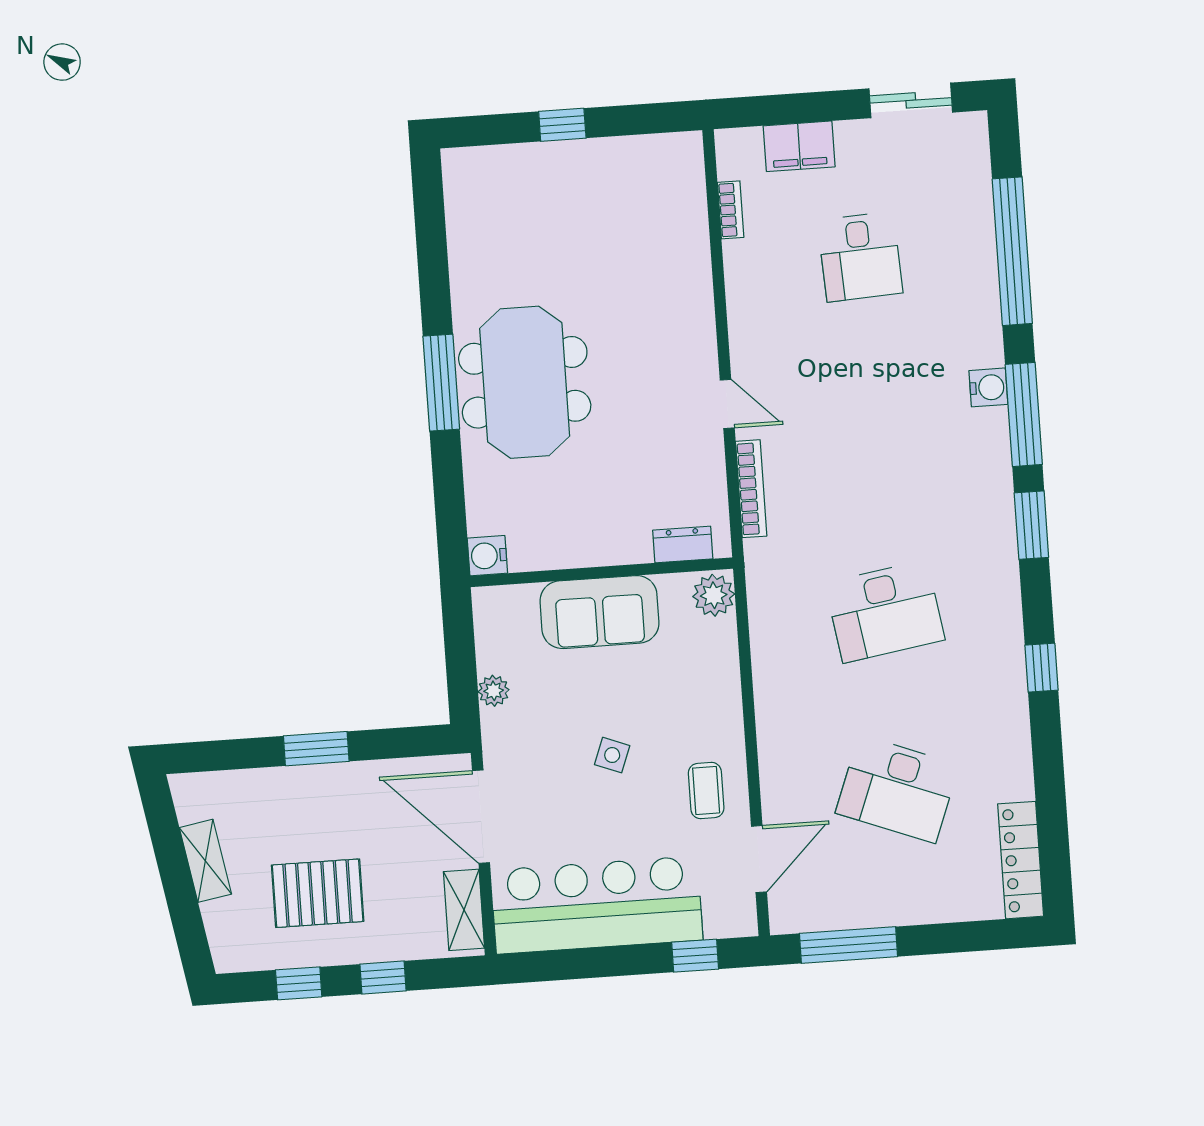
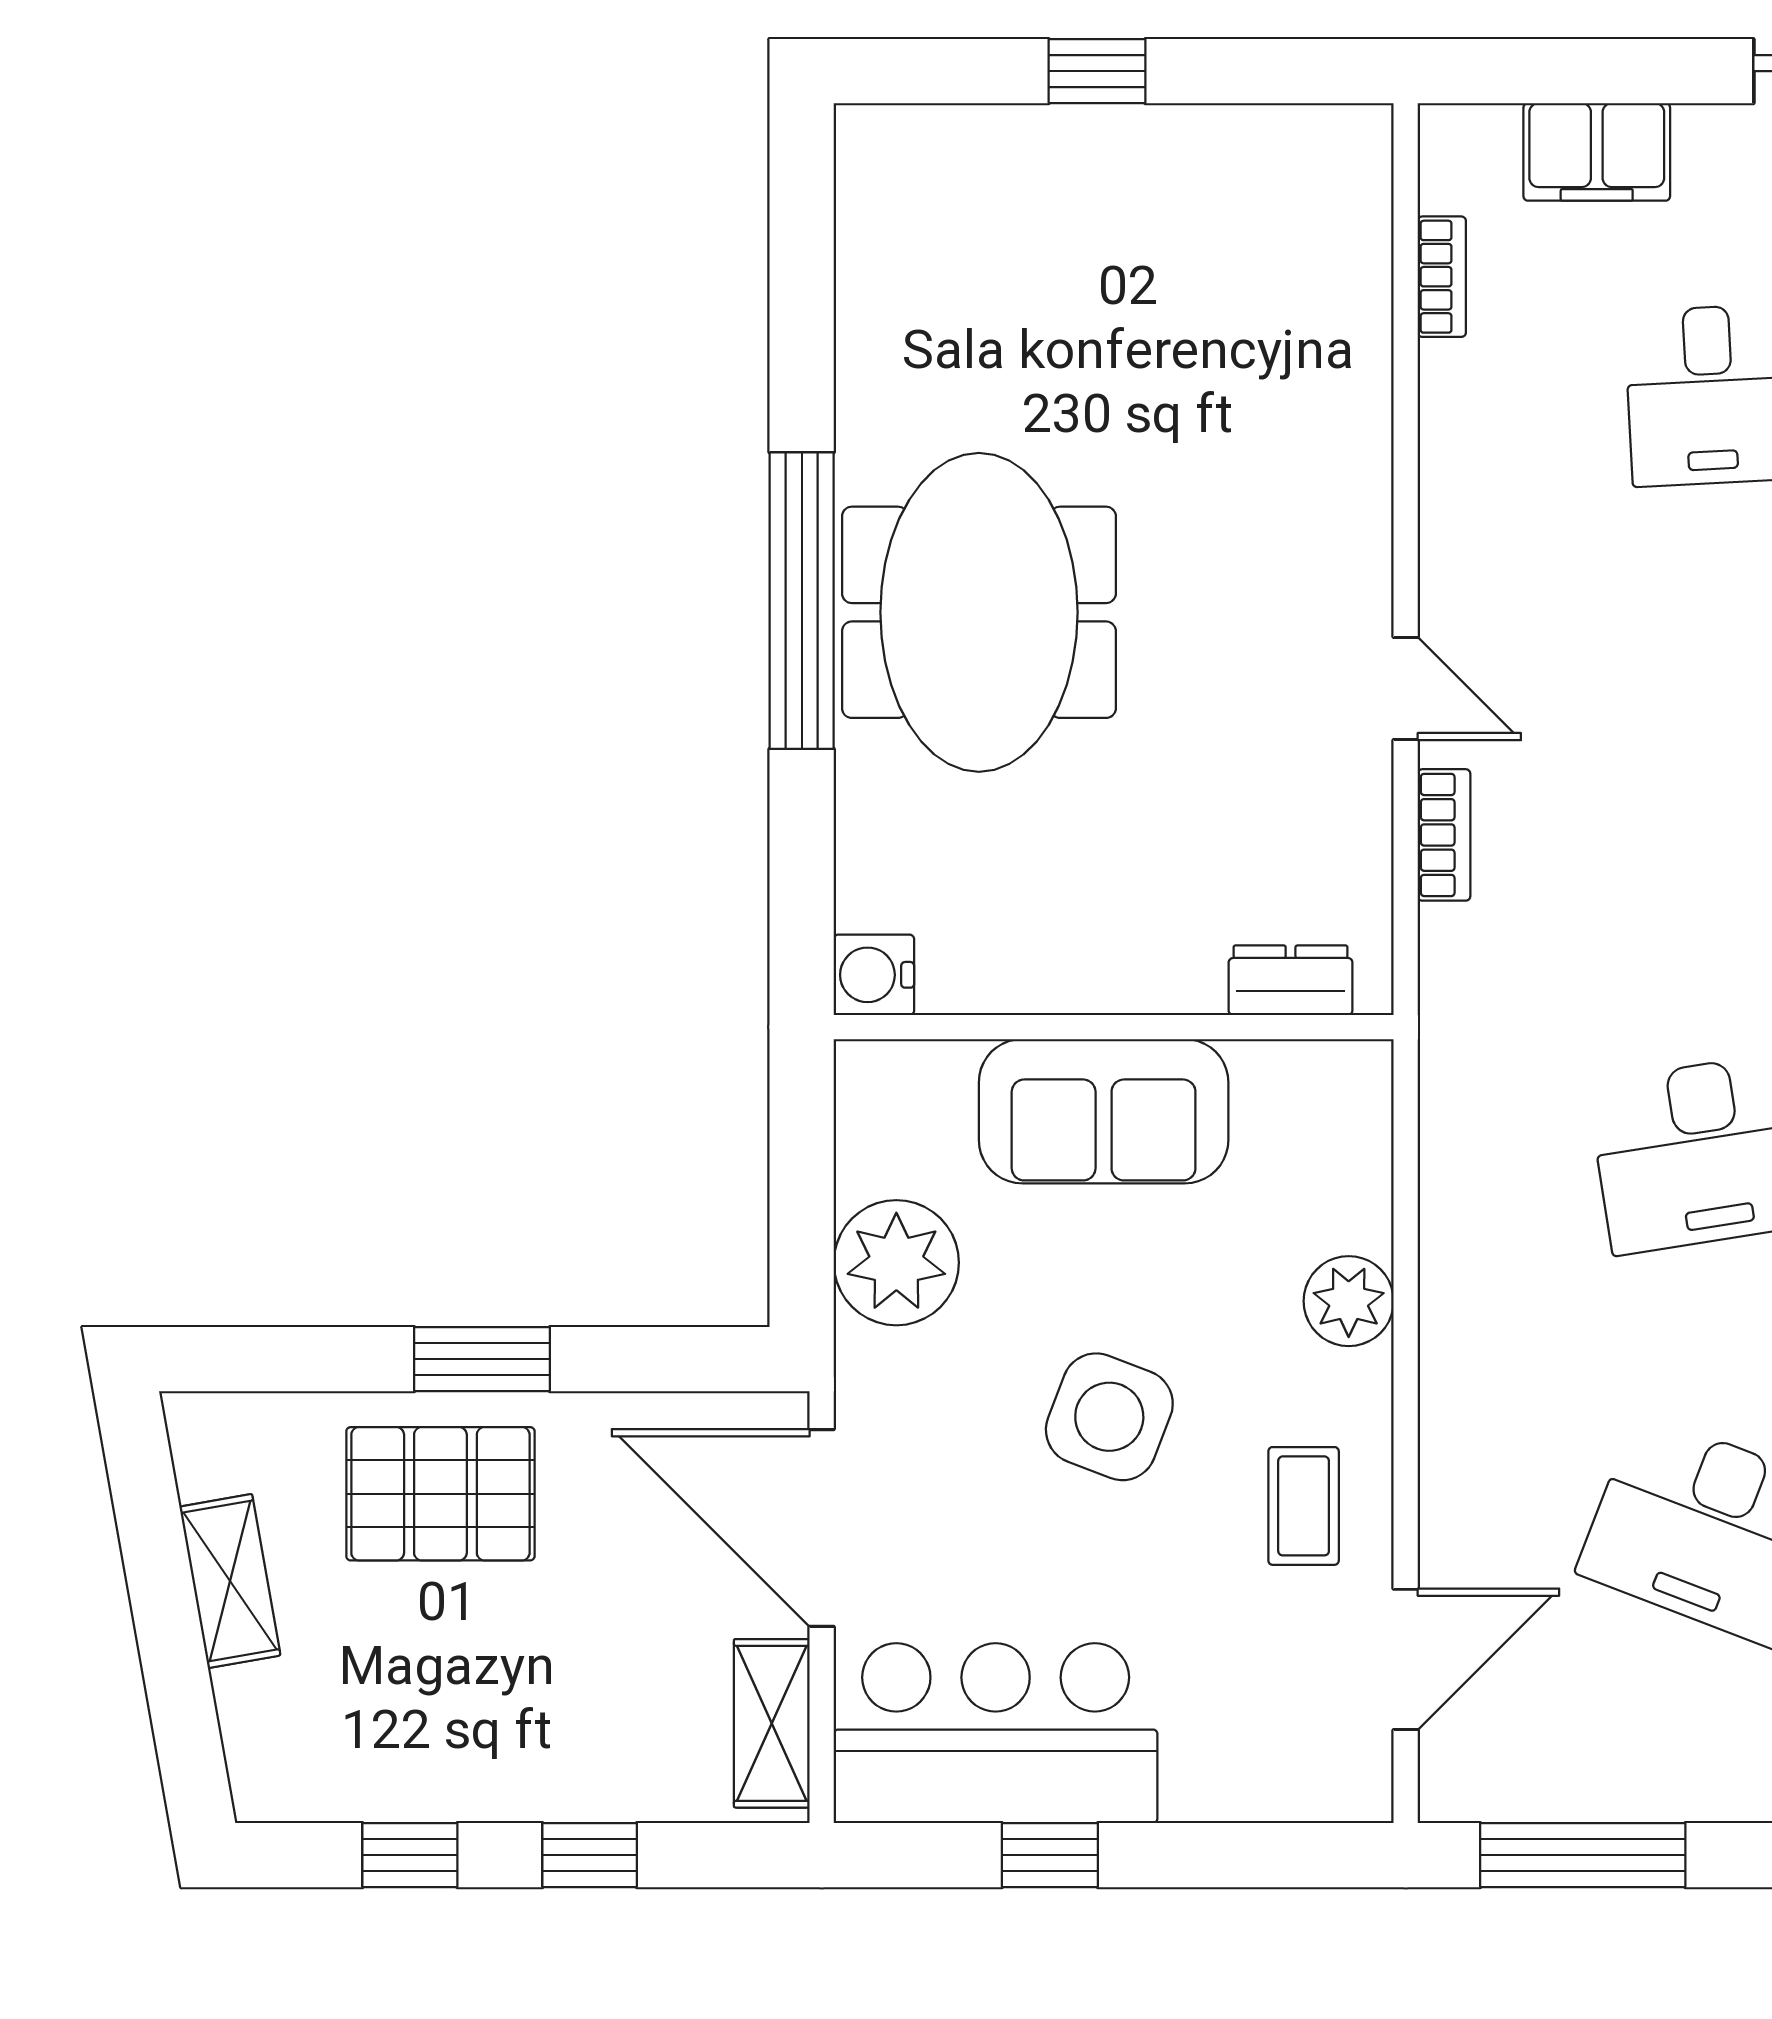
window: (441, 383) -> (802, 601), width x1.46
bookcase: (751, 489) -> (1444, 835), width x0.64
plant: (714, 595) -> (1349, 1301), moved
plant: (494, 691) -> (896, 1263), width x1.88, depth x1.88
side table: (612, 755) -> (1109, 1417), width x1.87, depth x1.87
pallet: (318, 893) -> (440, 1494), moved
bar counter: (597, 905) -> (996, 1733), width x0.73
window: (695, 956) -> (1050, 1855), moved

